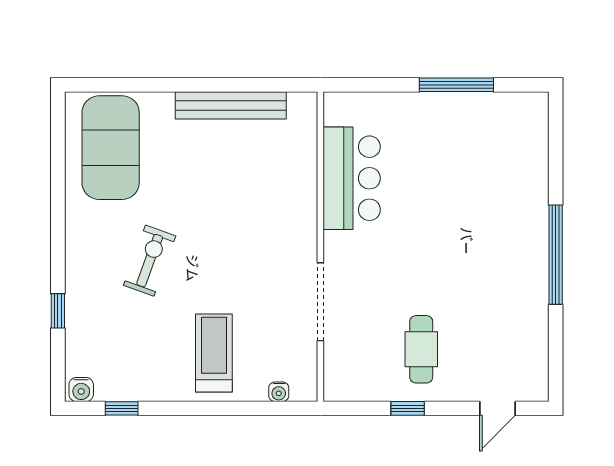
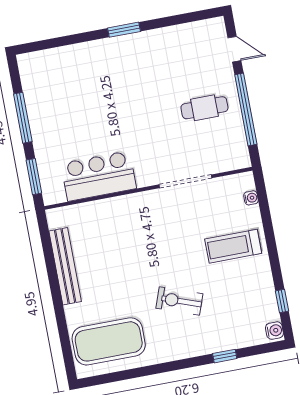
window: (369, 85) -> (34, 177), added
window: (556, 255) -> (124, 30), width x0.47
window: (408, 408) -> (246, 109), width x3.17

